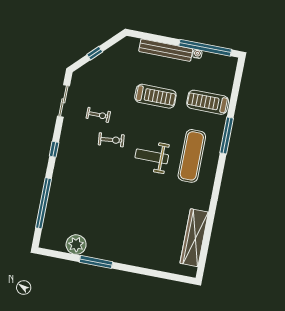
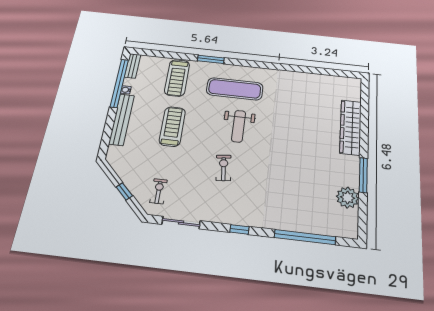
bench: (224, 60) -> (133, 66), added
exercise bike: (98, 115) -> (159, 191), moved
window: (227, 135) -> (211, 59), width x0.69
wardrobe: (194, 238) -> (351, 127), moved, turned 90

